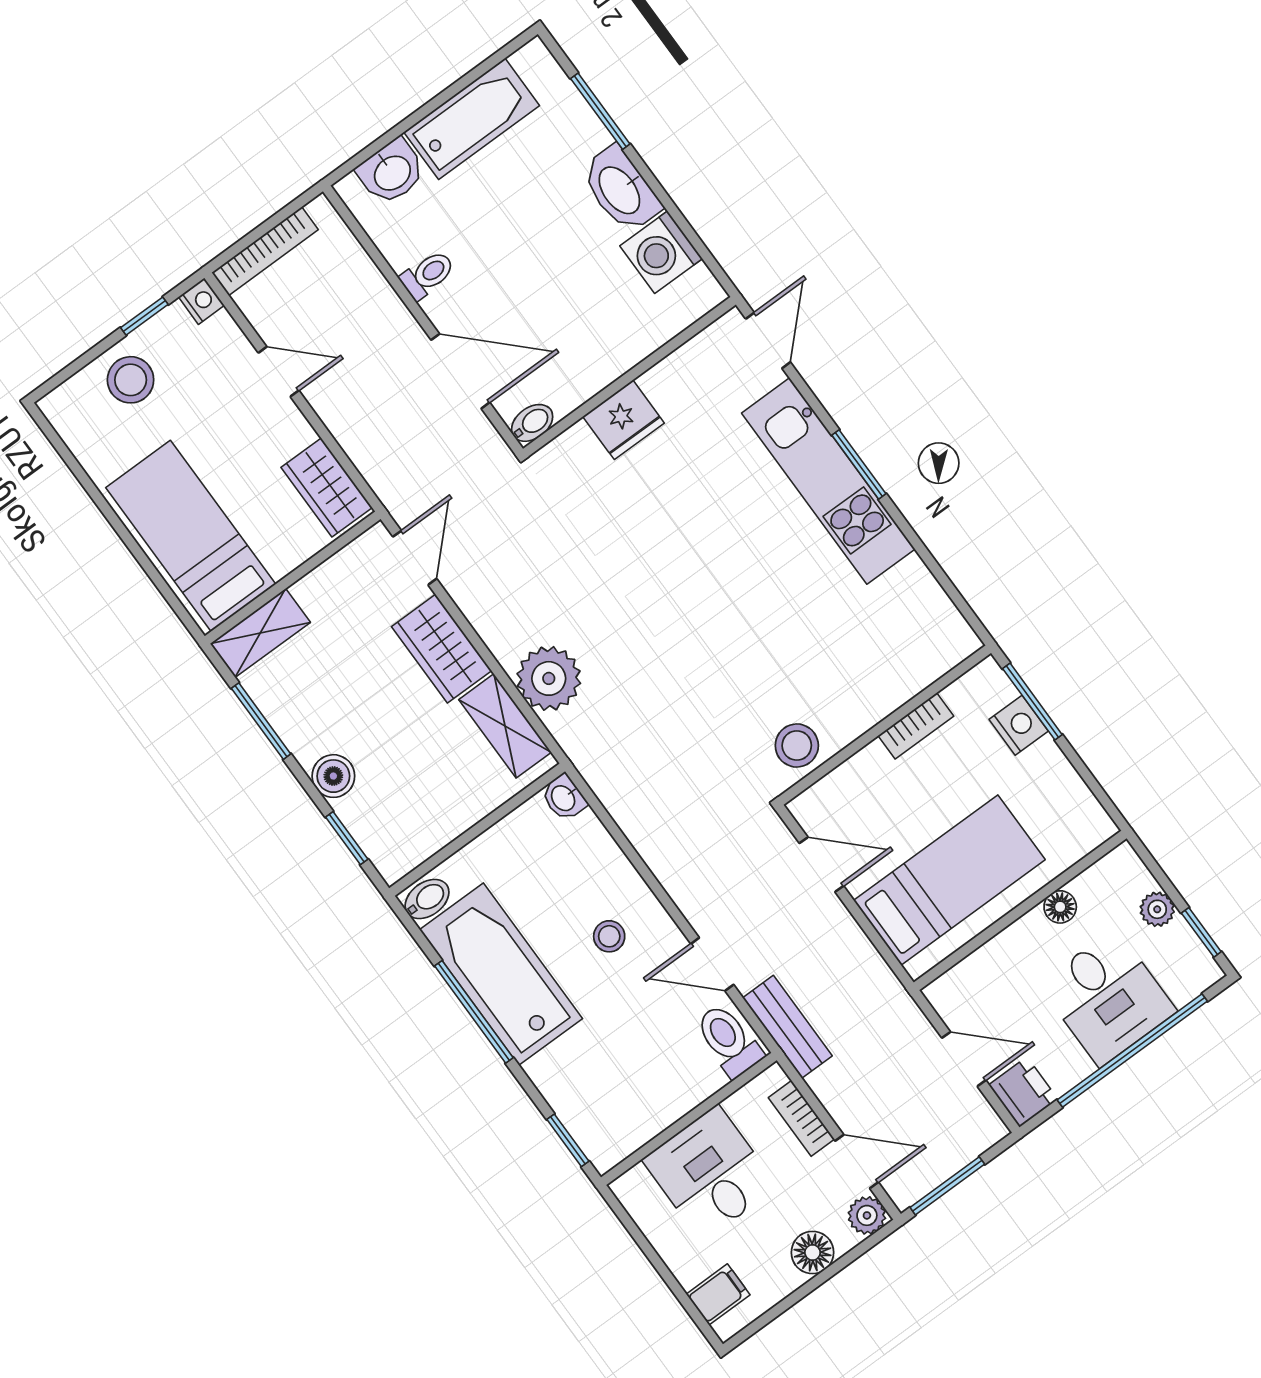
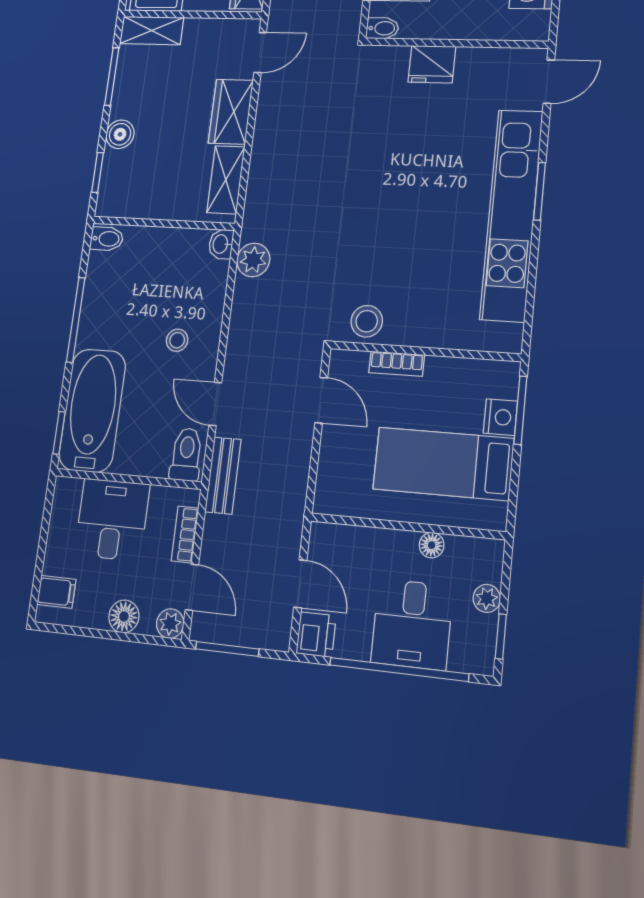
kitchen unit: (828, 481) -> (511, 215), width x1.36
plant: (549, 678) -> (253, 260), moved, width x0.73, depth x0.73
bookcase: (916, 726) -> (397, 364), moved
bed: (949, 880) -> (443, 464), moved, turned 180
bathtub: (501, 974) -> (92, 410), moved

